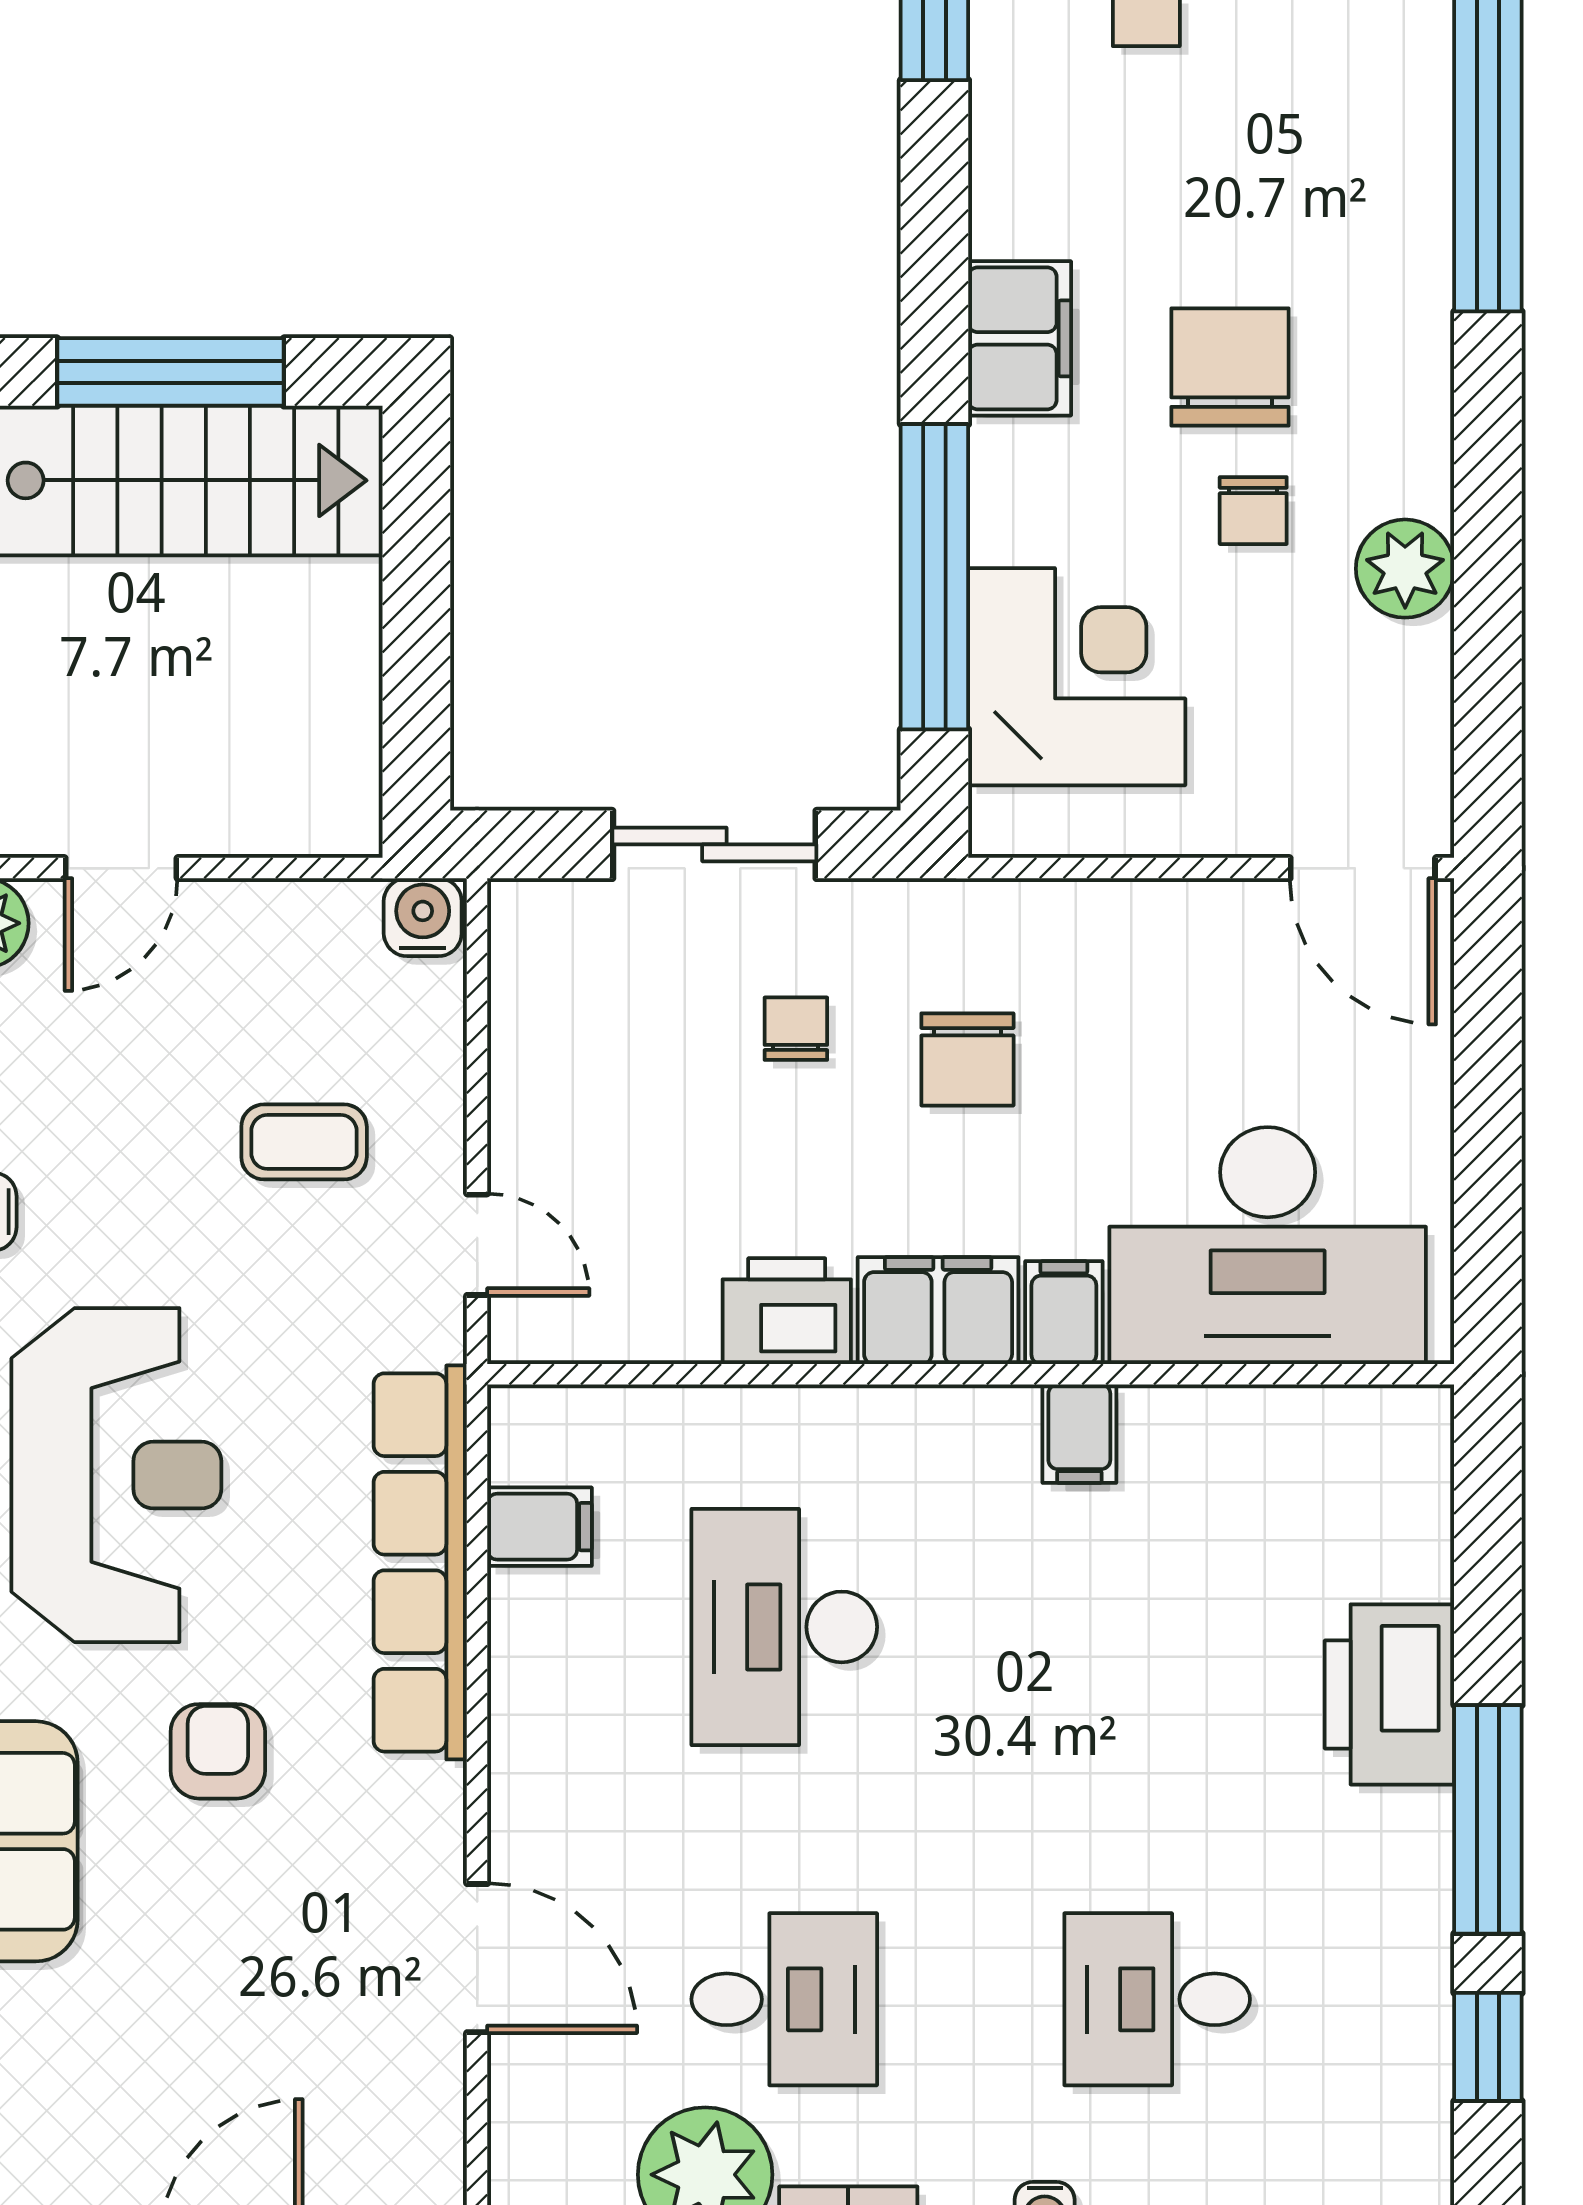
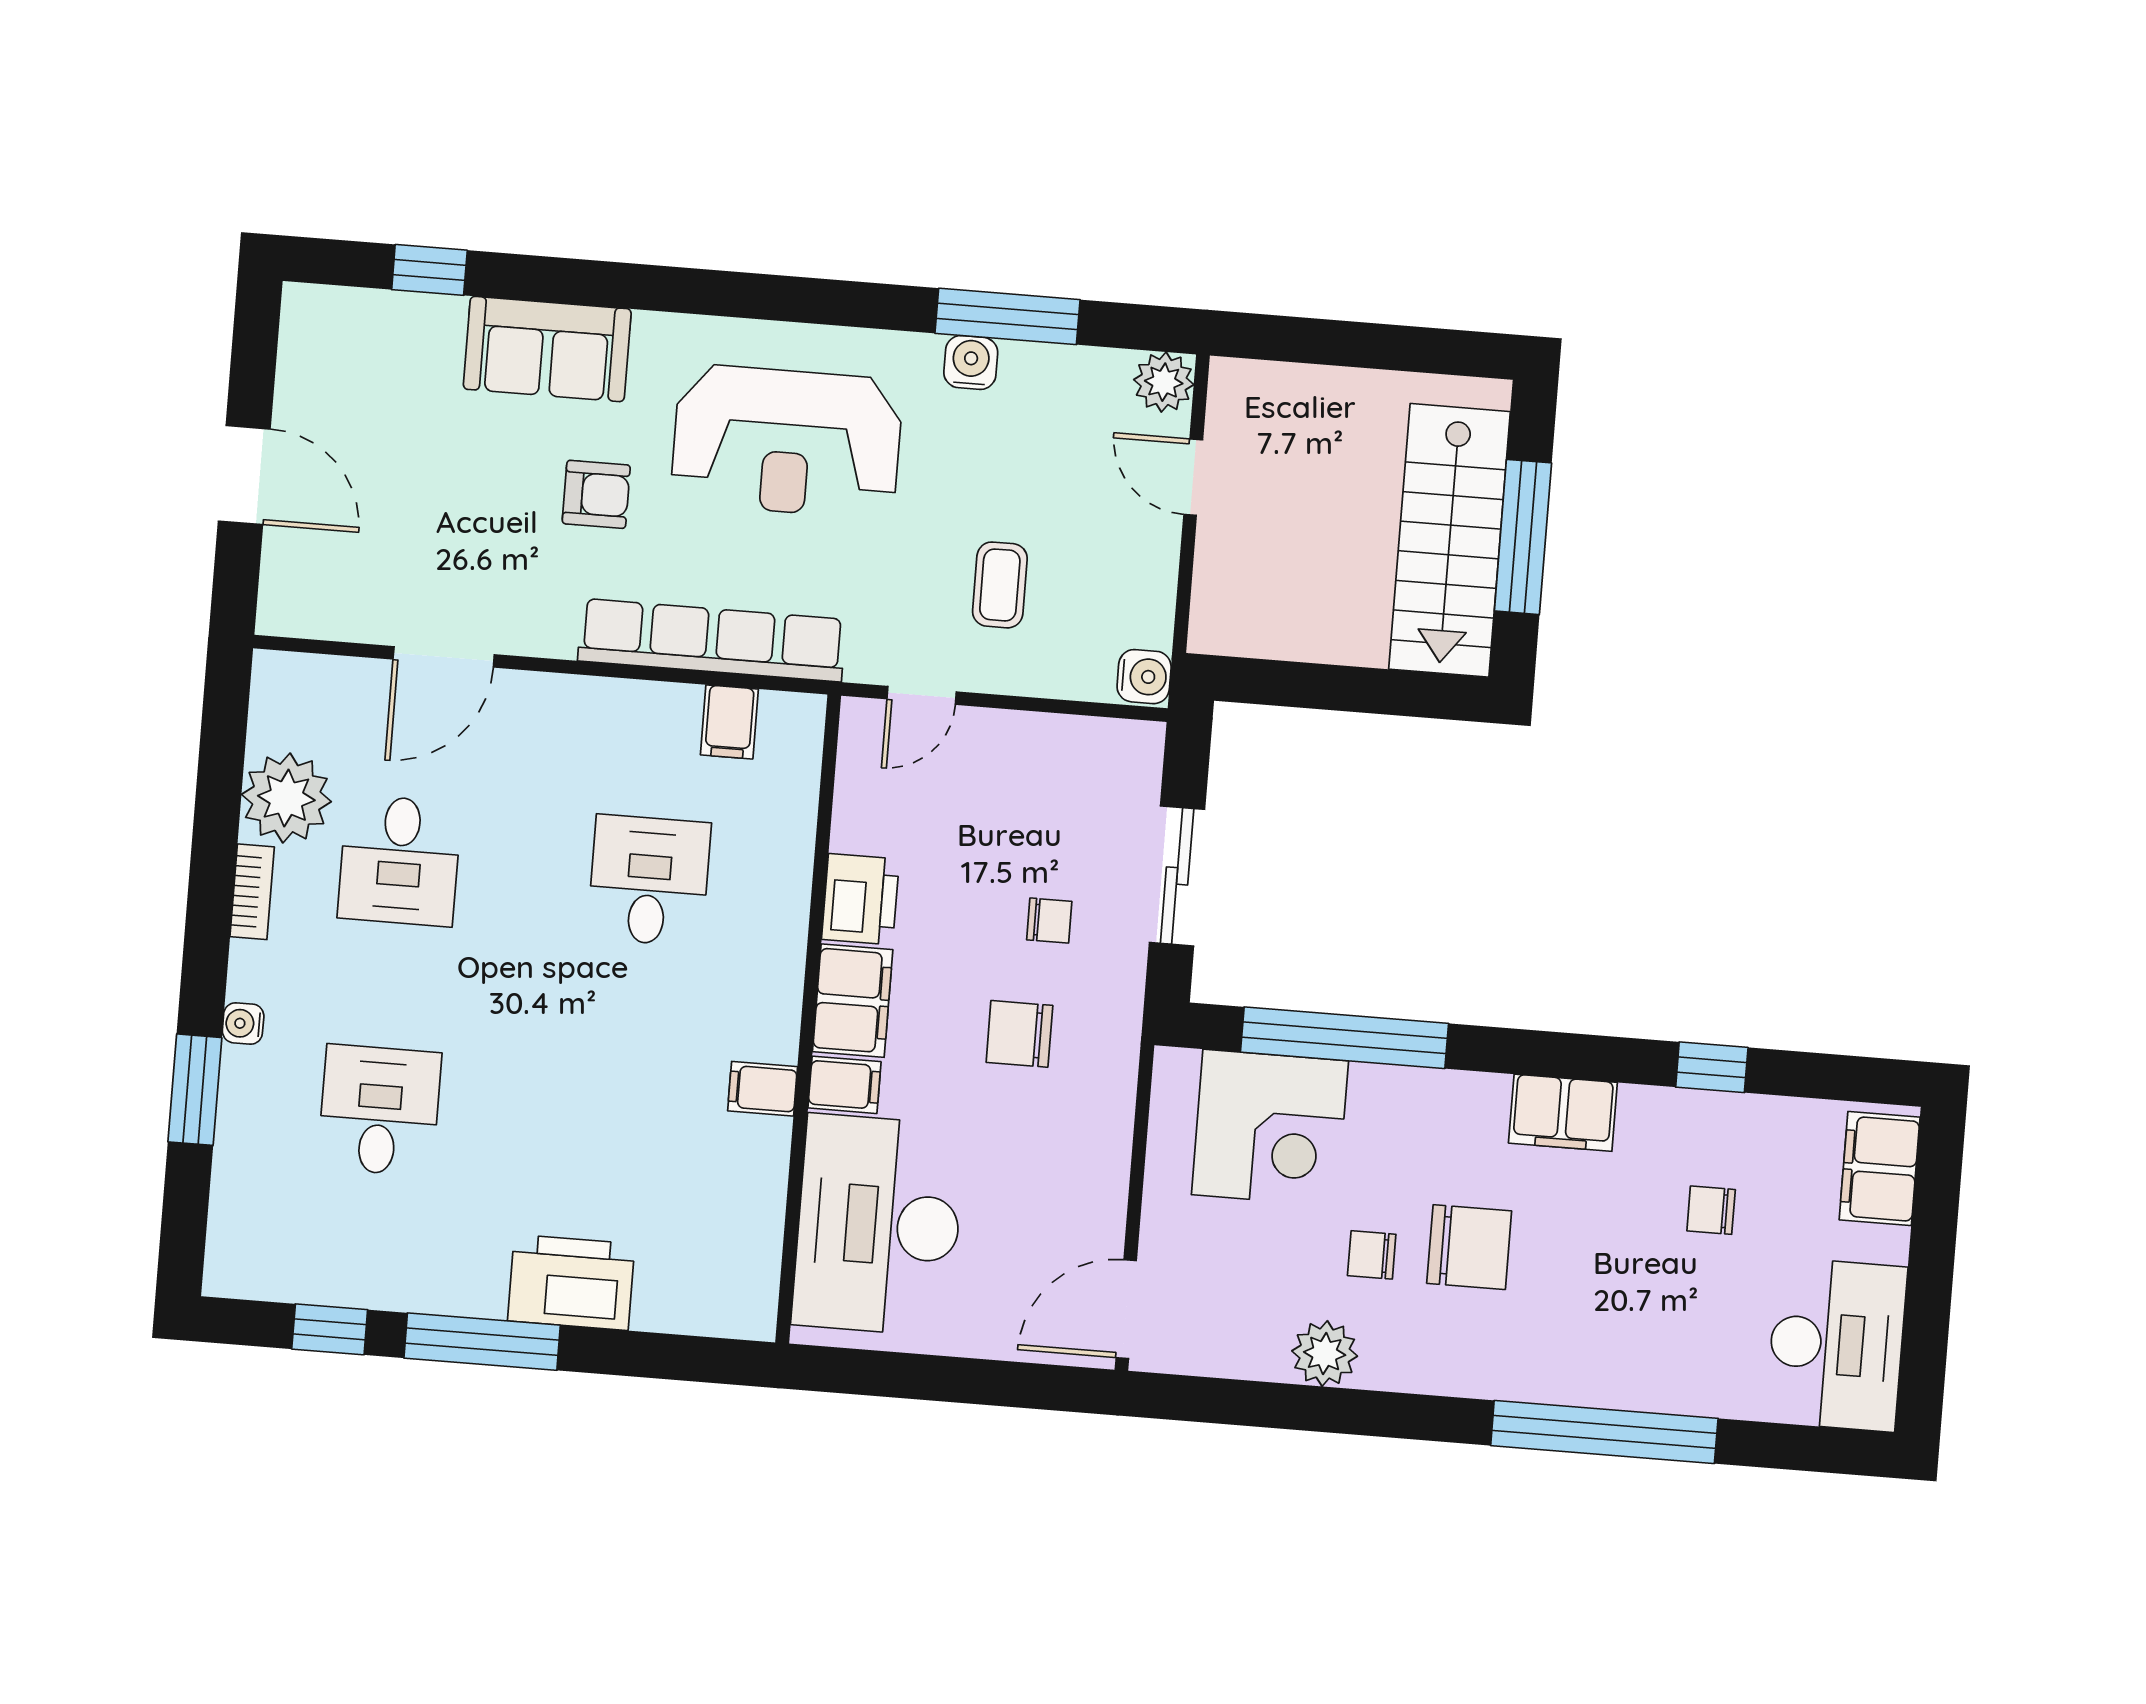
filing cabinet: (1020, 338) -> (1563, 1113), moved
desk: (784, 1627) -> (649, 881), width x0.73

